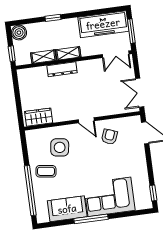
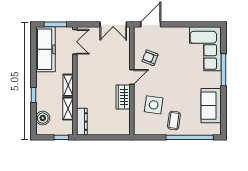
boiler: (19, 33) -> (43, 118), moved
dresser: (62, 69) -> (82, 122), moved
wardrobe: (39, 117) -> (123, 97), moved
window: (153, 193) -> (207, 24), removed
corner sofa: (109, 197) -> (205, 49), moved
window: (91, 219) -> (223, 70), moved

